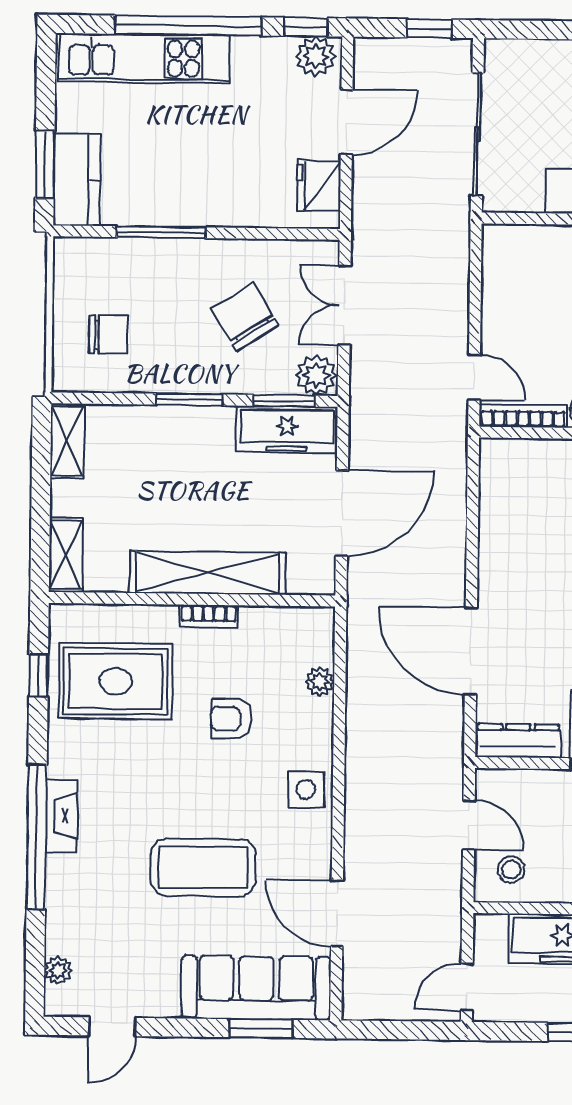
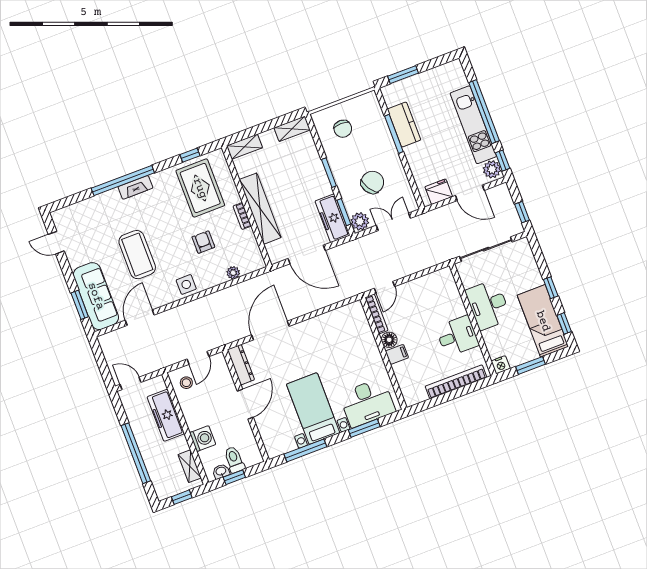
kitchen unit: (144, 58) -> (473, 125), moved
kitchen counter: (77, 180) -> (404, 125), moved, turned -90
plant: (58, 971) -> (71, 211), removed

